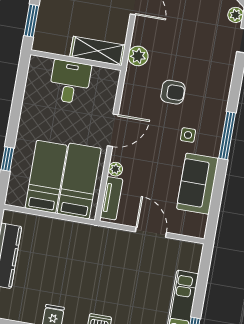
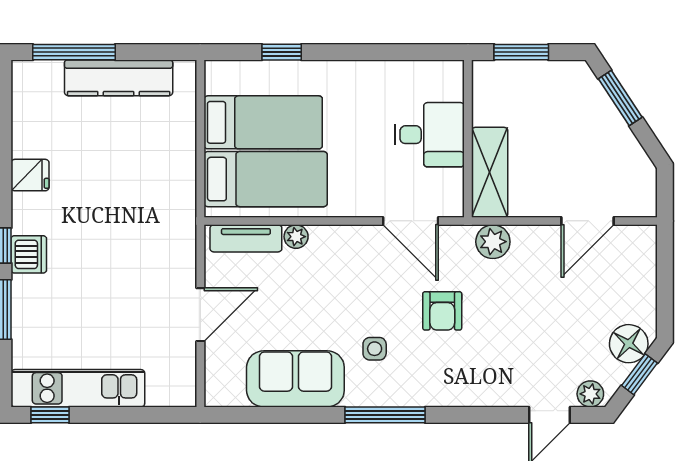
door: (113, 130) -> (411, 221), moved

